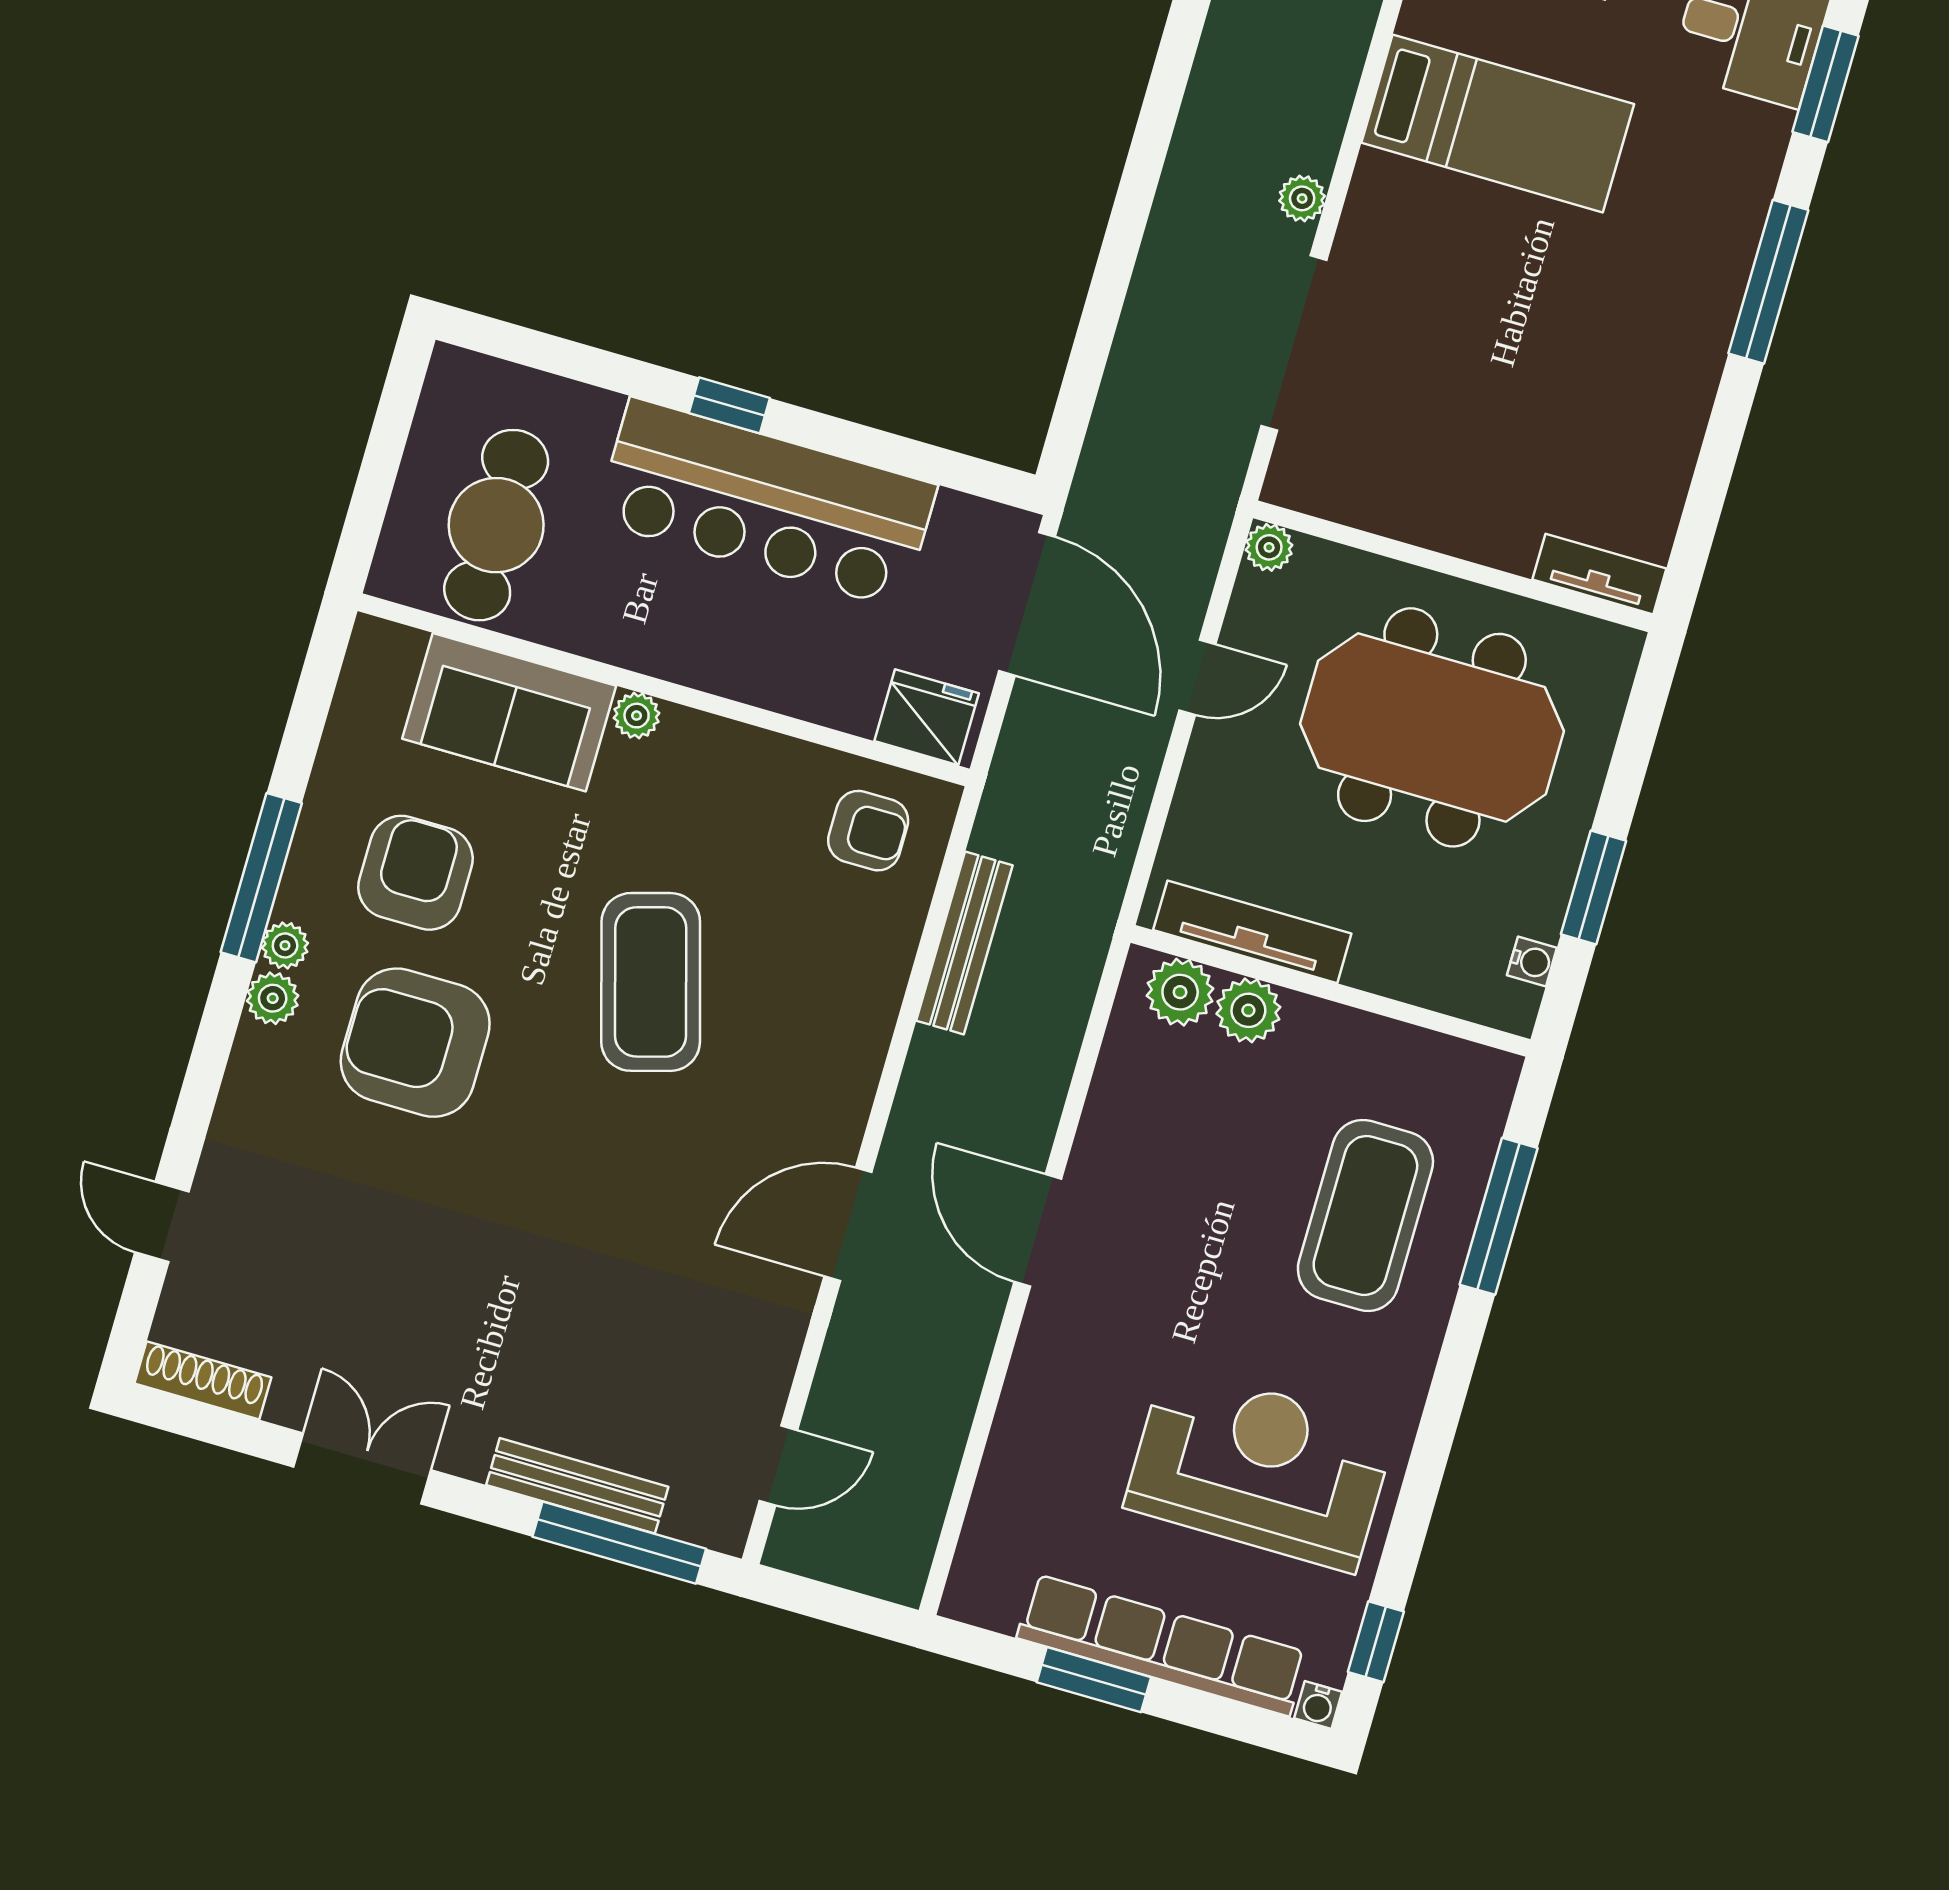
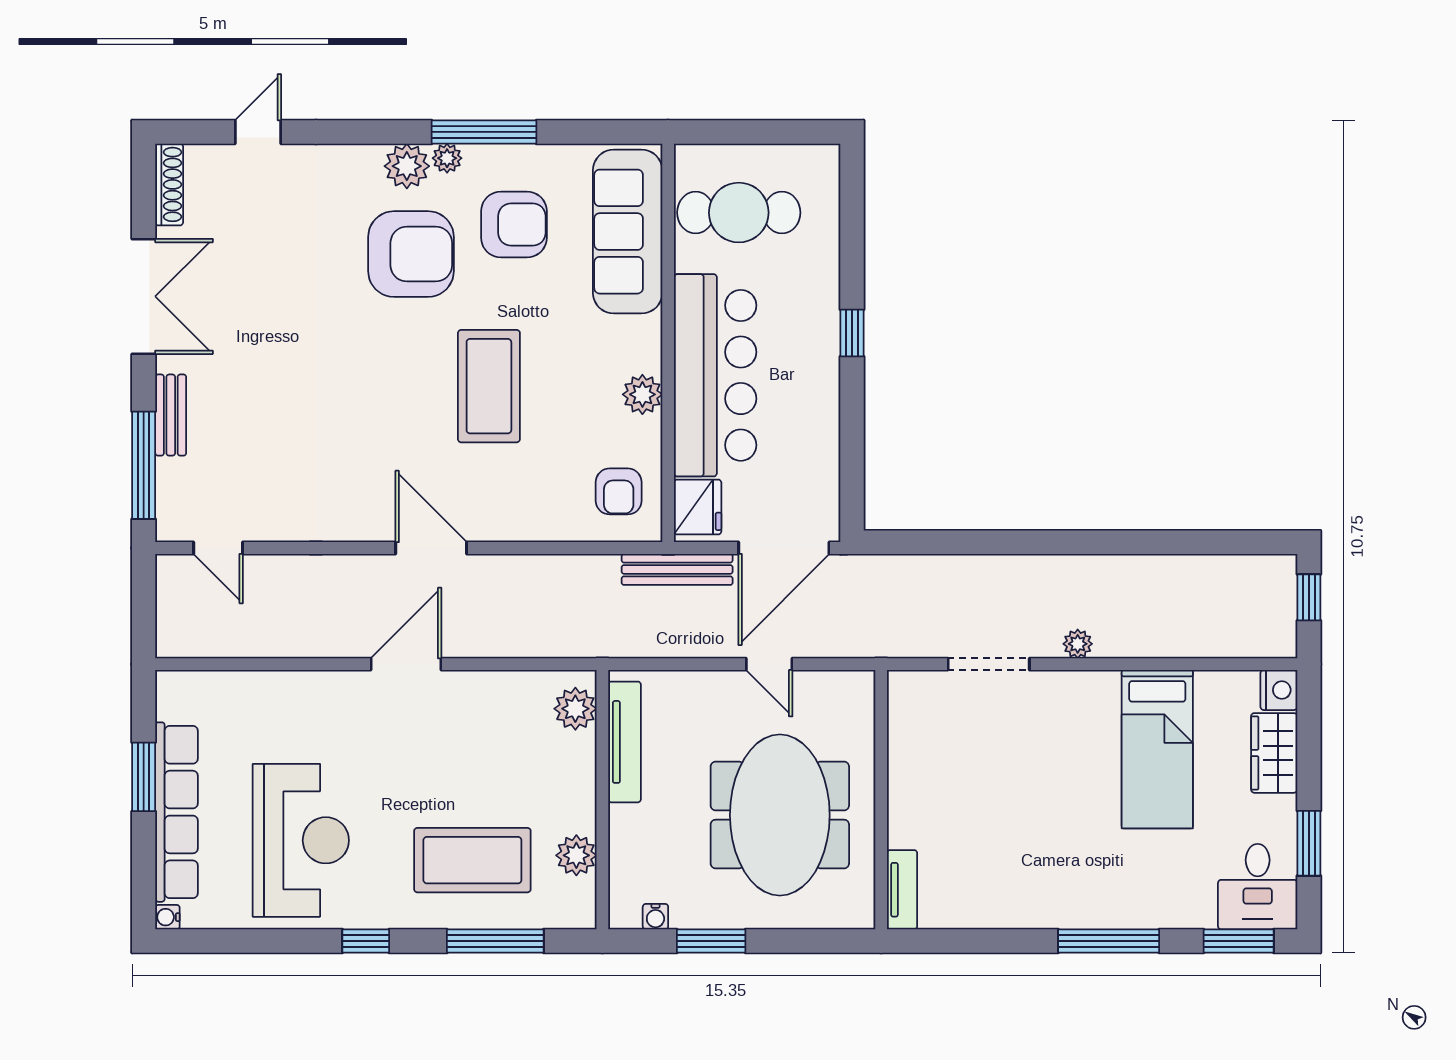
doorway: (1294, 343) -> (989, 664), width x0.73
bar counter: (766, 503) -> (715, 375), moved, turned 180
plant: (1269, 547) -> (860, 685), removed
sofa: (509, 712) -> (628, 232), width x1.36
plant: (637, 716) -> (642, 394), moved, width x1.38, depth x1.38
bench: (964, 943) -> (677, 569), moved
coffee table: (651, 982) -> (489, 386), turned -74
plant: (273, 998) -> (407, 166), width x1.38, depth x1.38
plant: (1248, 1010) -> (576, 855), moved
armchair: (415, 1043) -> (411, 254), turned 90
door: (848, 1224) -> (431, 548), moved
double door: (362, 1468) -> (144, 296), width x1.37
bench: (577, 1486) -> (171, 415), width x0.73
window: (1376, 1642) -> (366, 941), moved

